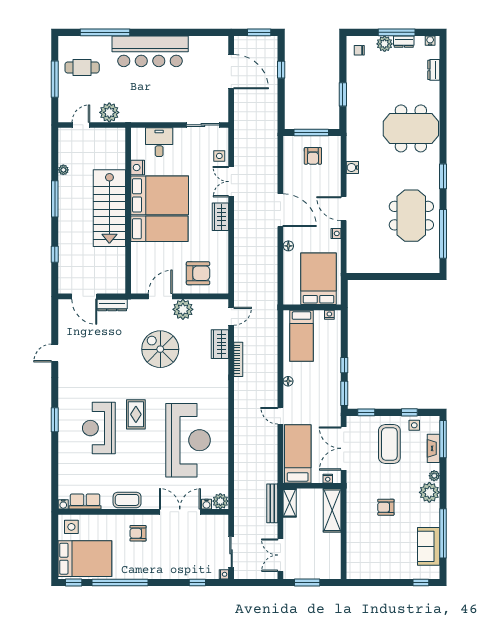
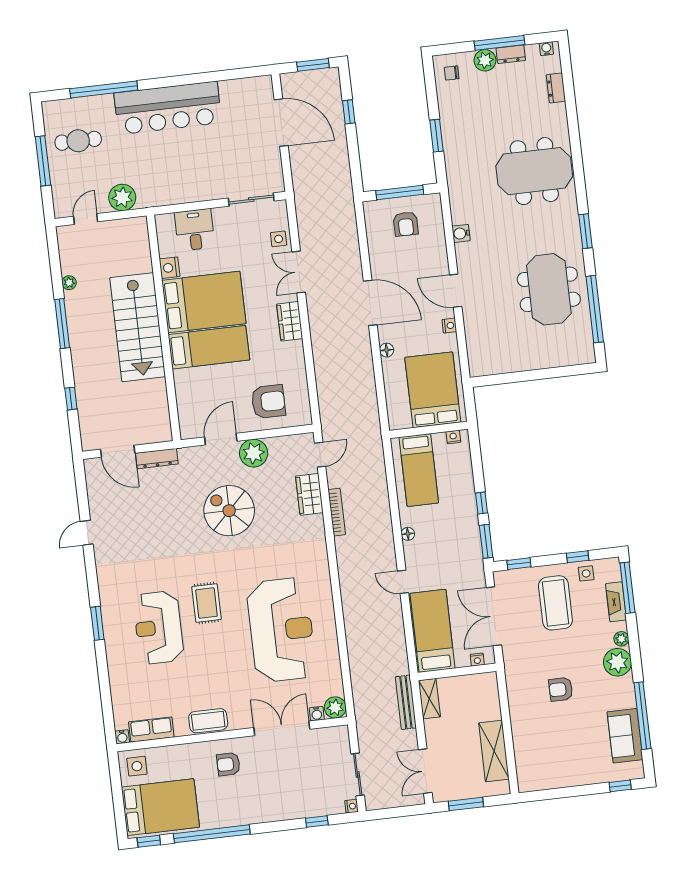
shelving: (332, 510) -> (494, 751), moved

